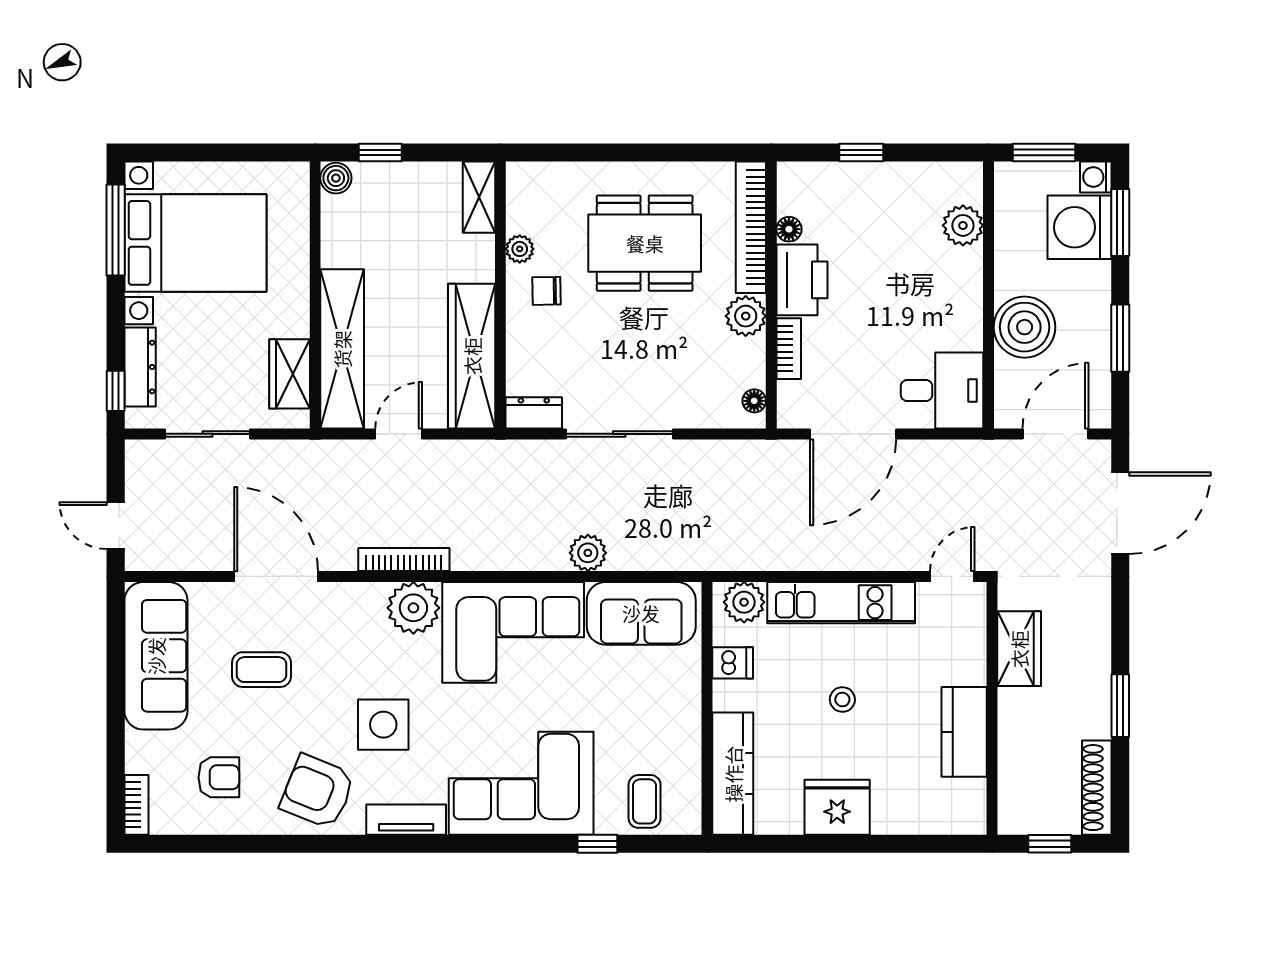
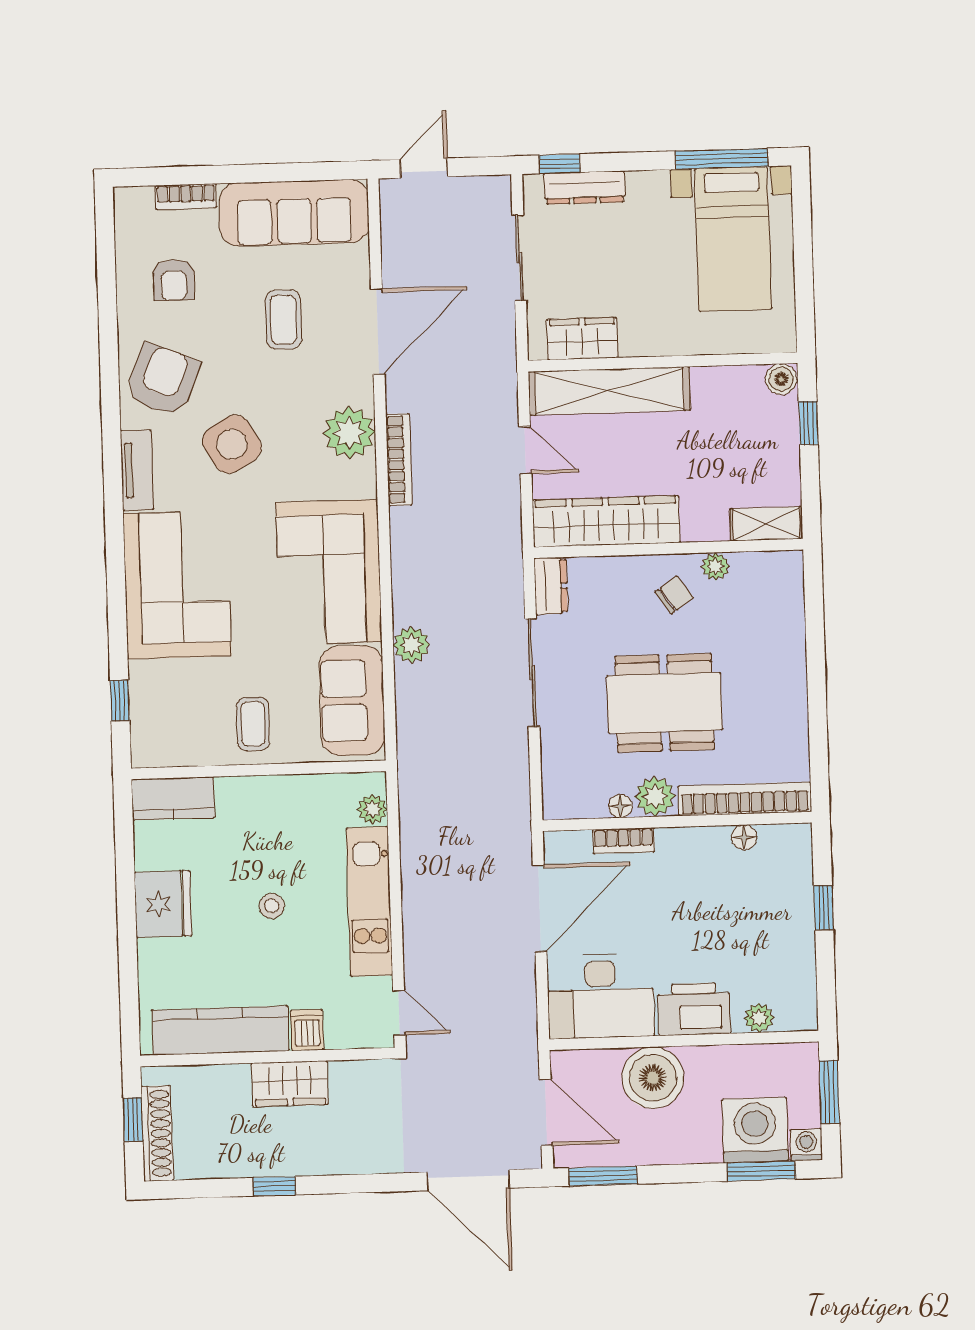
plant: (963, 225) -> (759, 1018), width x0.73, depth x0.73
bed with nightstands: (195, 243) -> (733, 239), width x0.73
dining table: (645, 243) -> (664, 703), moved, turned 90
printer: (802, 280) -> (694, 1009), moved, turned 180
chair: (547, 291) -> (674, 595), turned 56
window: (1120, 338) -> (603, 1176), moved
desk: (942, 390) -> (601, 996), width x1.37
floor lamp: (754, 401) -> (620, 806), moved
door: (853, 434) -> (540, 908), swing flipped
plant: (744, 602) -> (372, 809), width x0.73, depth x0.73
plant: (413, 608) -> (349, 433), moved
wardrobe: (1019, 649) -> (290, 1084), moved
dishwasher: (733, 663) -> (307, 1030), moved, turned 180
window: (1120, 706) -> (274, 1186), width x0.67
side table: (383, 725) -> (232, 444), turned -30
kitchen counter: (964, 732) -> (220, 1030), width x1.50
kitchen counter: (733, 774) -> (173, 799), width x0.67
shoe rack: (1097, 788) -> (157, 1133), moved, turned 90
coffee table: (645, 801) -> (253, 724), moved, turned 90
bookcase: (137, 805) -> (186, 197), moved
window: (597, 844) -> (120, 701), moved

